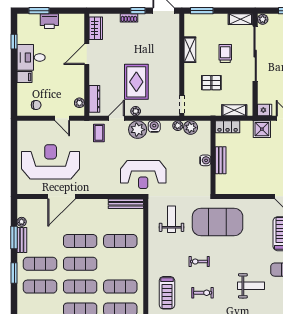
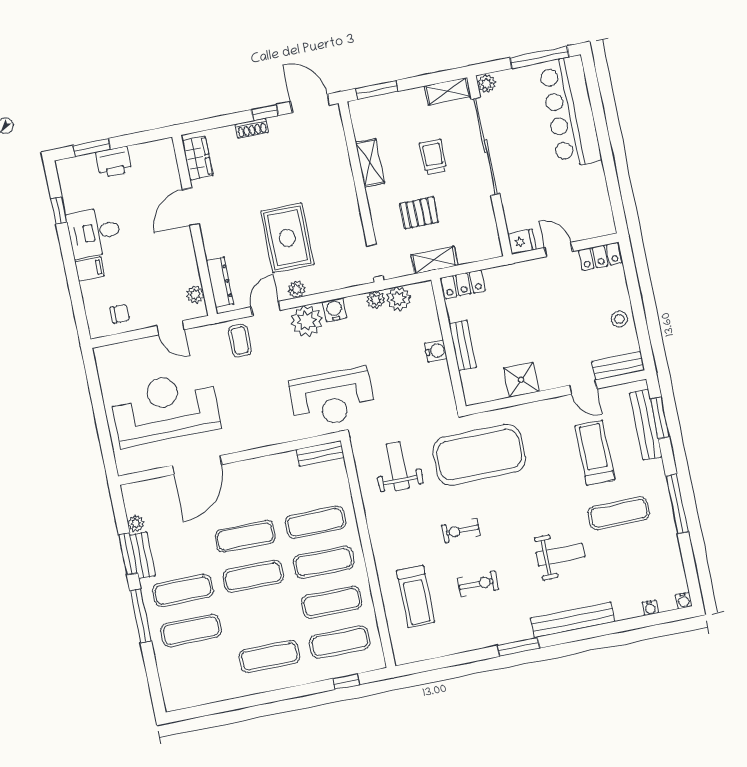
shelving: (234, 110) -> (434, 260), moved
shower: (262, 129) -> (521, 380), moved
bench: (126, 204) -> (320, 453), width x0.73
window: (14, 273) -> (141, 616), width x1.44
exercise mat: (80, 287) -> (324, 562), moved

